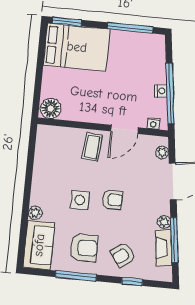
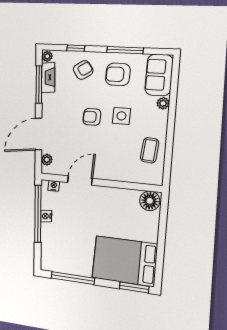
coffee table: (92, 147) -> (150, 150), moved
plant: (164, 222) -> (47, 56), moved

